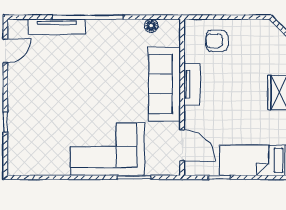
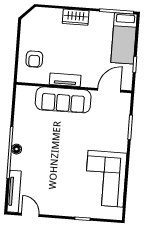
floor lamp: (151, 26) -> (17, 149), moved
tv unit: (57, 27) -> (14, 191), moved
corner sofa: (107, 149) -> (106, 179), moved

